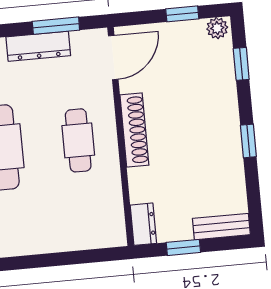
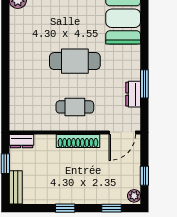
window: (56, 26) -> (144, 84), moved
dresser: (38, 46) -> (133, 94), width x0.70
door: (113, 58) -> (122, 132), hinge flipped

